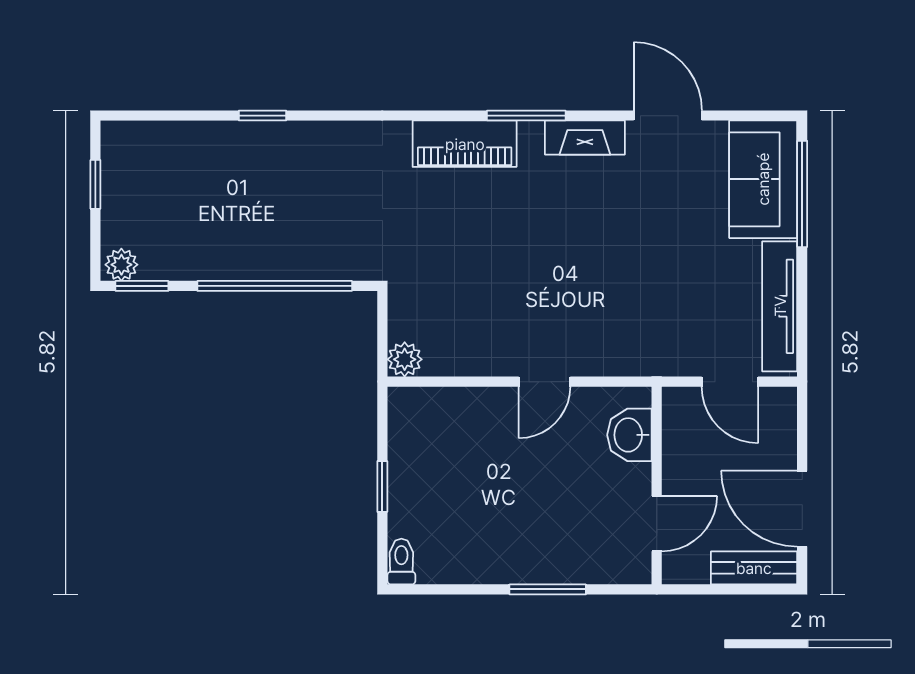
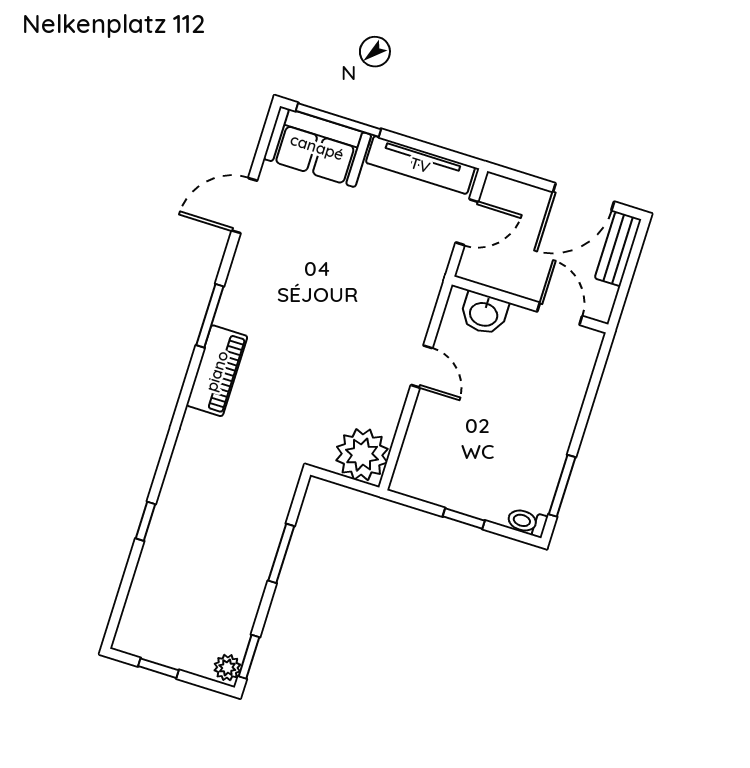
fireplace: (585, 138) -> (241, 276), removed
window: (275, 286) -> (281, 553), width x0.47
plant: (405, 359) -> (362, 455), width x1.88, depth x1.88
window: (548, 589) -> (562, 486), moved

